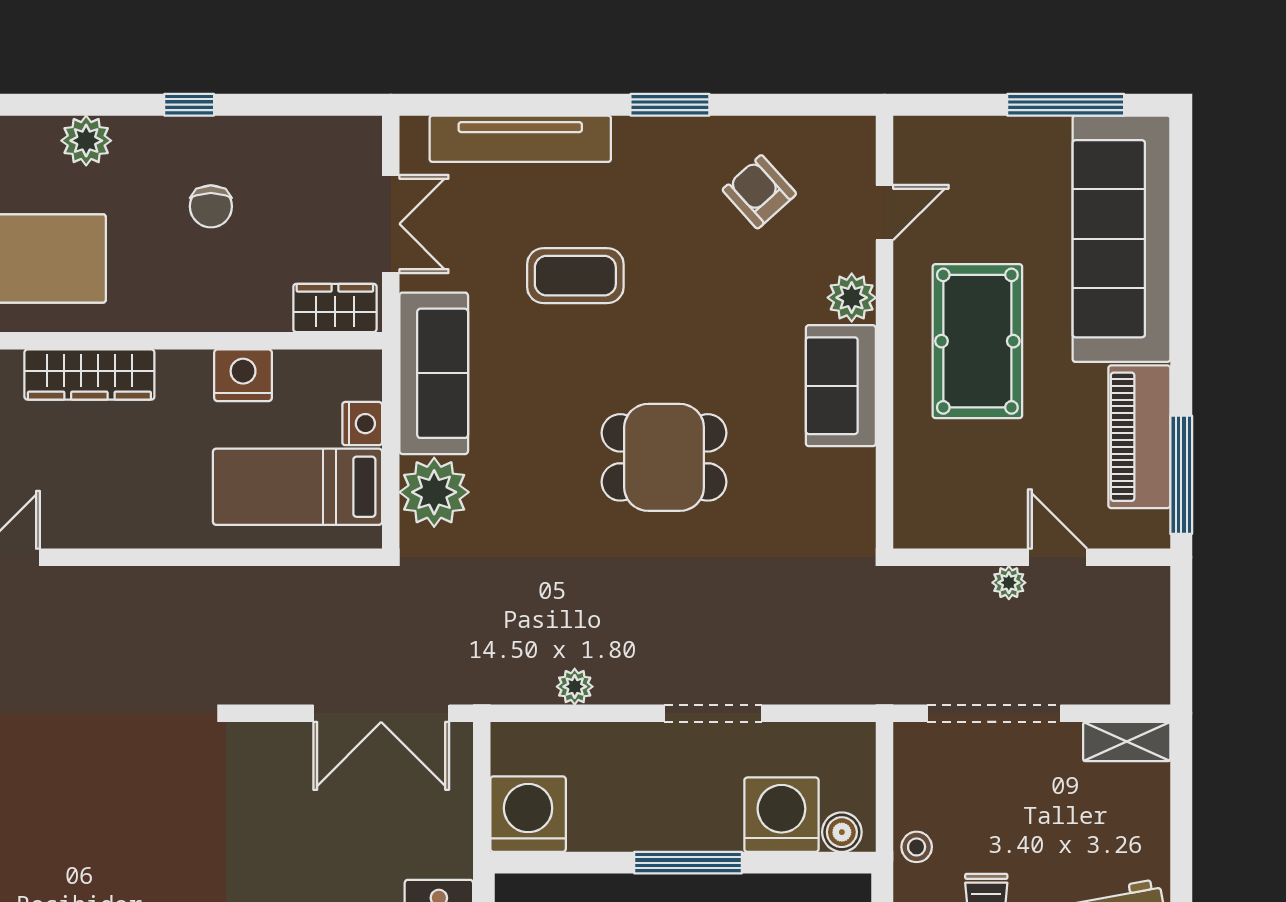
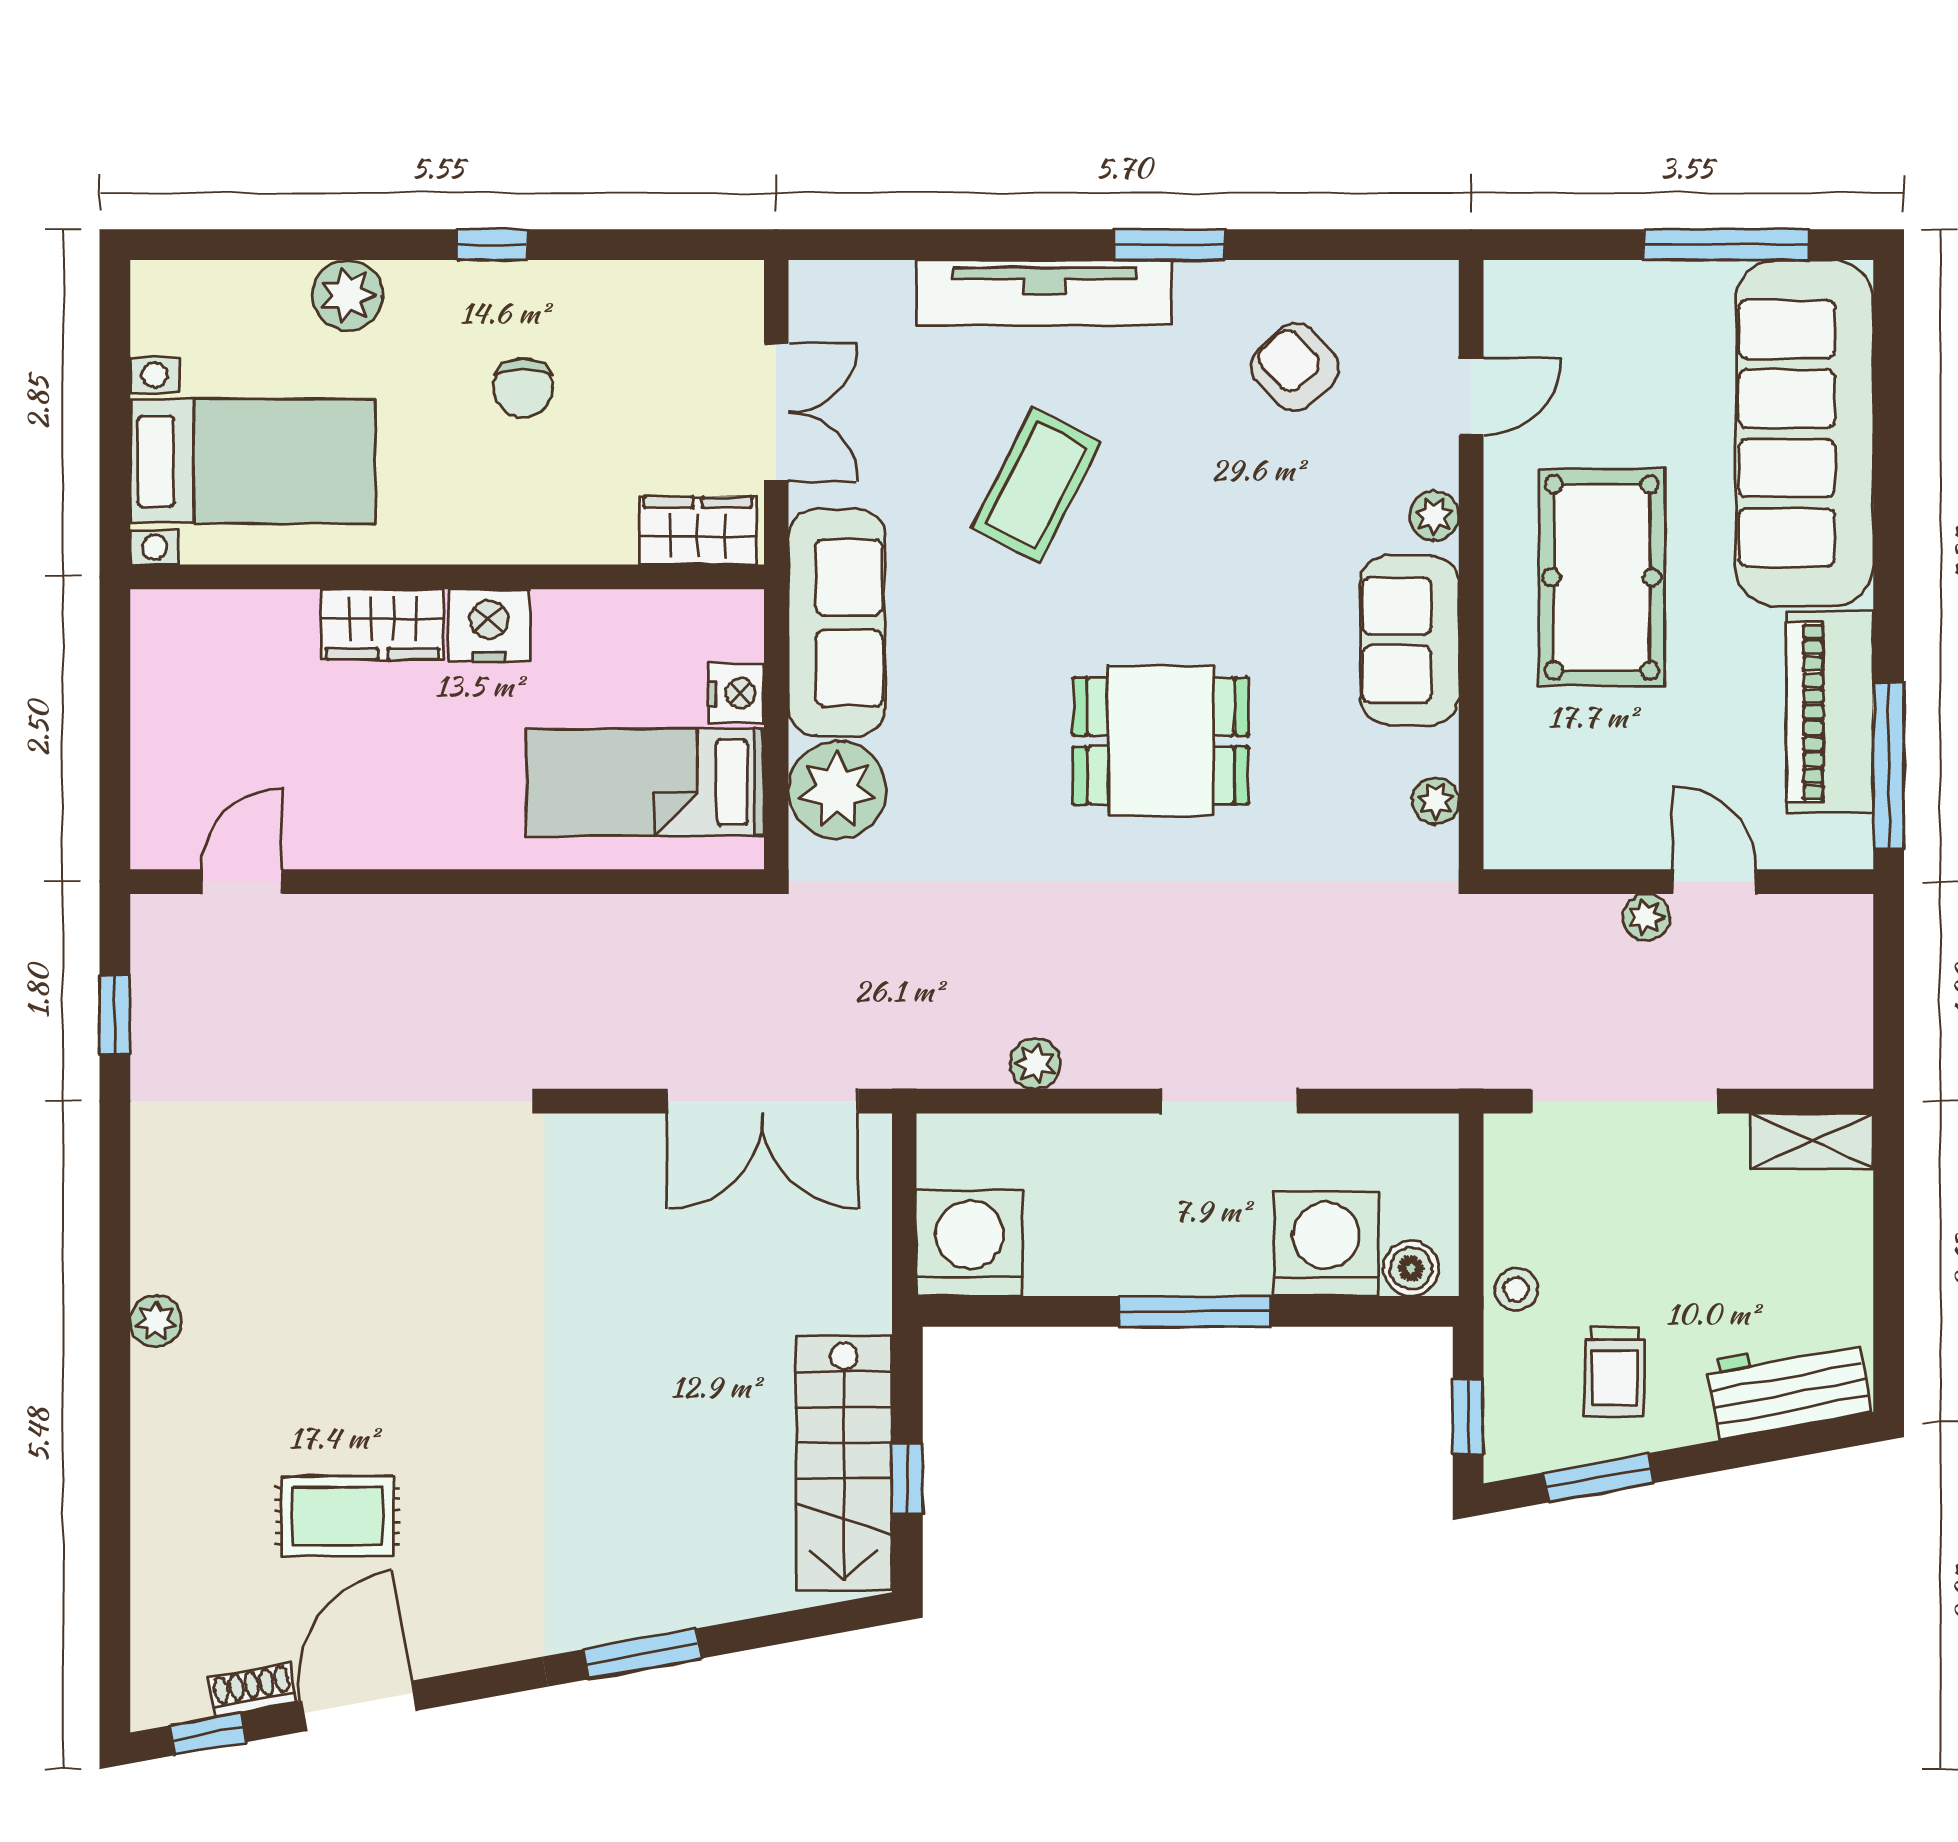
tv unit: (520, 139) -> (1044, 293), moved
coffee table: (575, 276) -> (1036, 485), turned -63
plant: (852, 298) -> (1434, 516), width x0.73, depth x0.73
wardrobe: (89, 375) -> (383, 624), width x0.67
nightstand: (243, 375) -> (489, 625), moved
plant: (859, 500) -> (1436, 801), added

